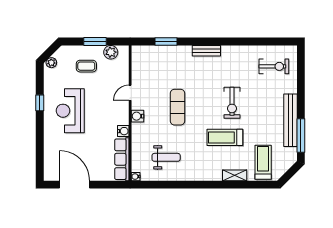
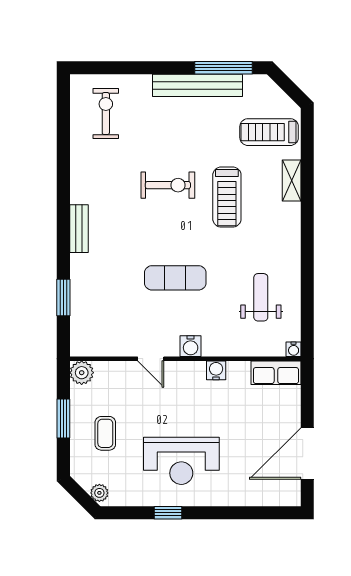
plant: (111, 52) -> (82, 373), moved
row of seats: (122, 159) -> (276, 373), width x0.68

